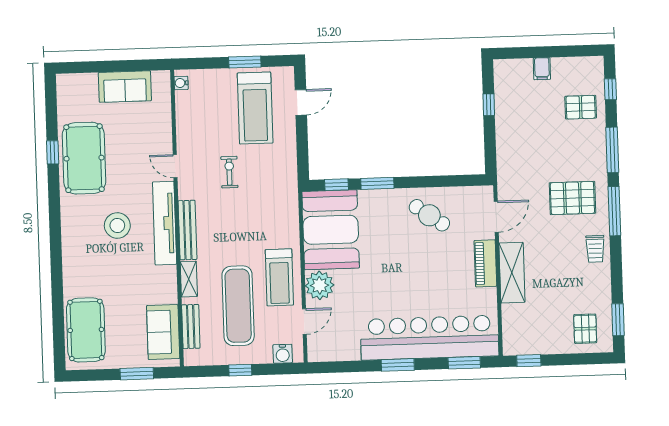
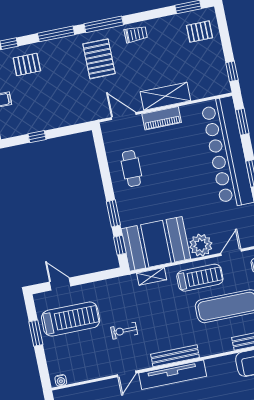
pallet: (581, 107) -> (27, 64), turned 90
cafe table: (429, 215) -> (131, 168), turned -35
shelving: (189, 279) -> (152, 276), moved
door: (304, 322) -> (231, 252), hinge flipped

